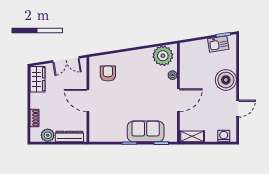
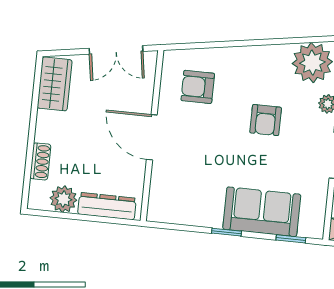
armchair: (108, 73) -> (198, 87), turned -90
armchair: (143, 86) -> (266, 120), added

